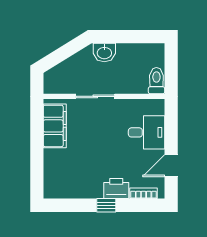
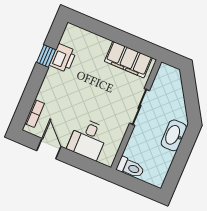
washbasin: (104, 52) -> (174, 135), width x1.38
printer: (116, 189) -> (63, 58), moved
window: (106, 205) -> (46, 56), moved

